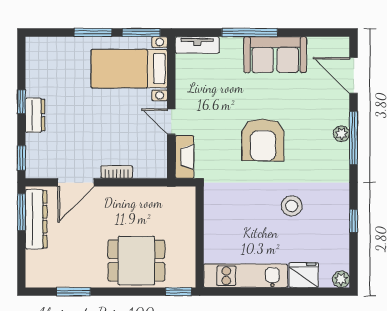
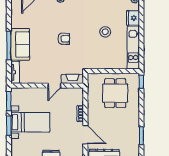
sofa: (275, 55) -> (20, 44), moved
bed with nightstands: (129, 69) -> (30, 122), moved, turned -90
armchair: (263, 140) -> (64, 39), width x0.53, depth x0.53
stool: (292, 206) -> (105, 32), moved
dining table: (136, 261) -> (115, 93), moved

